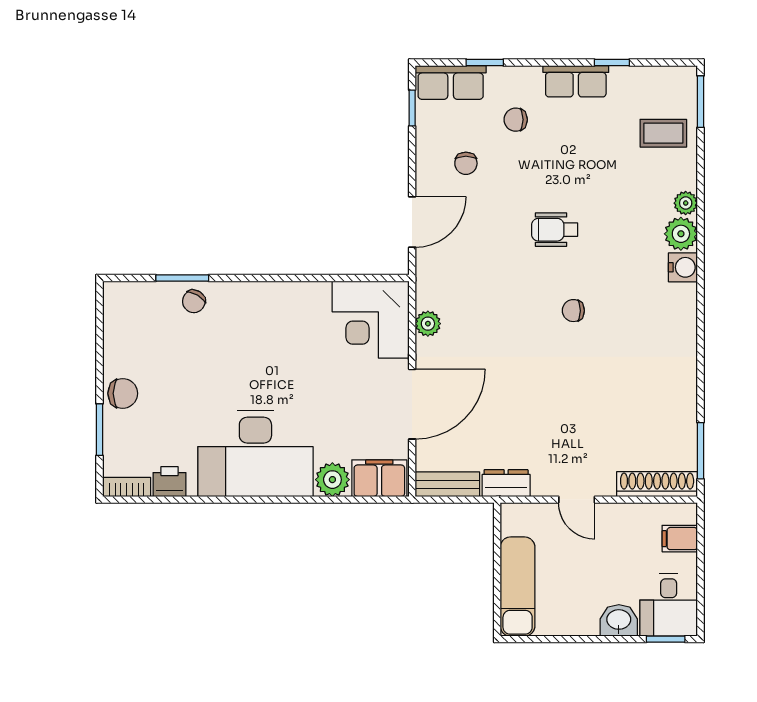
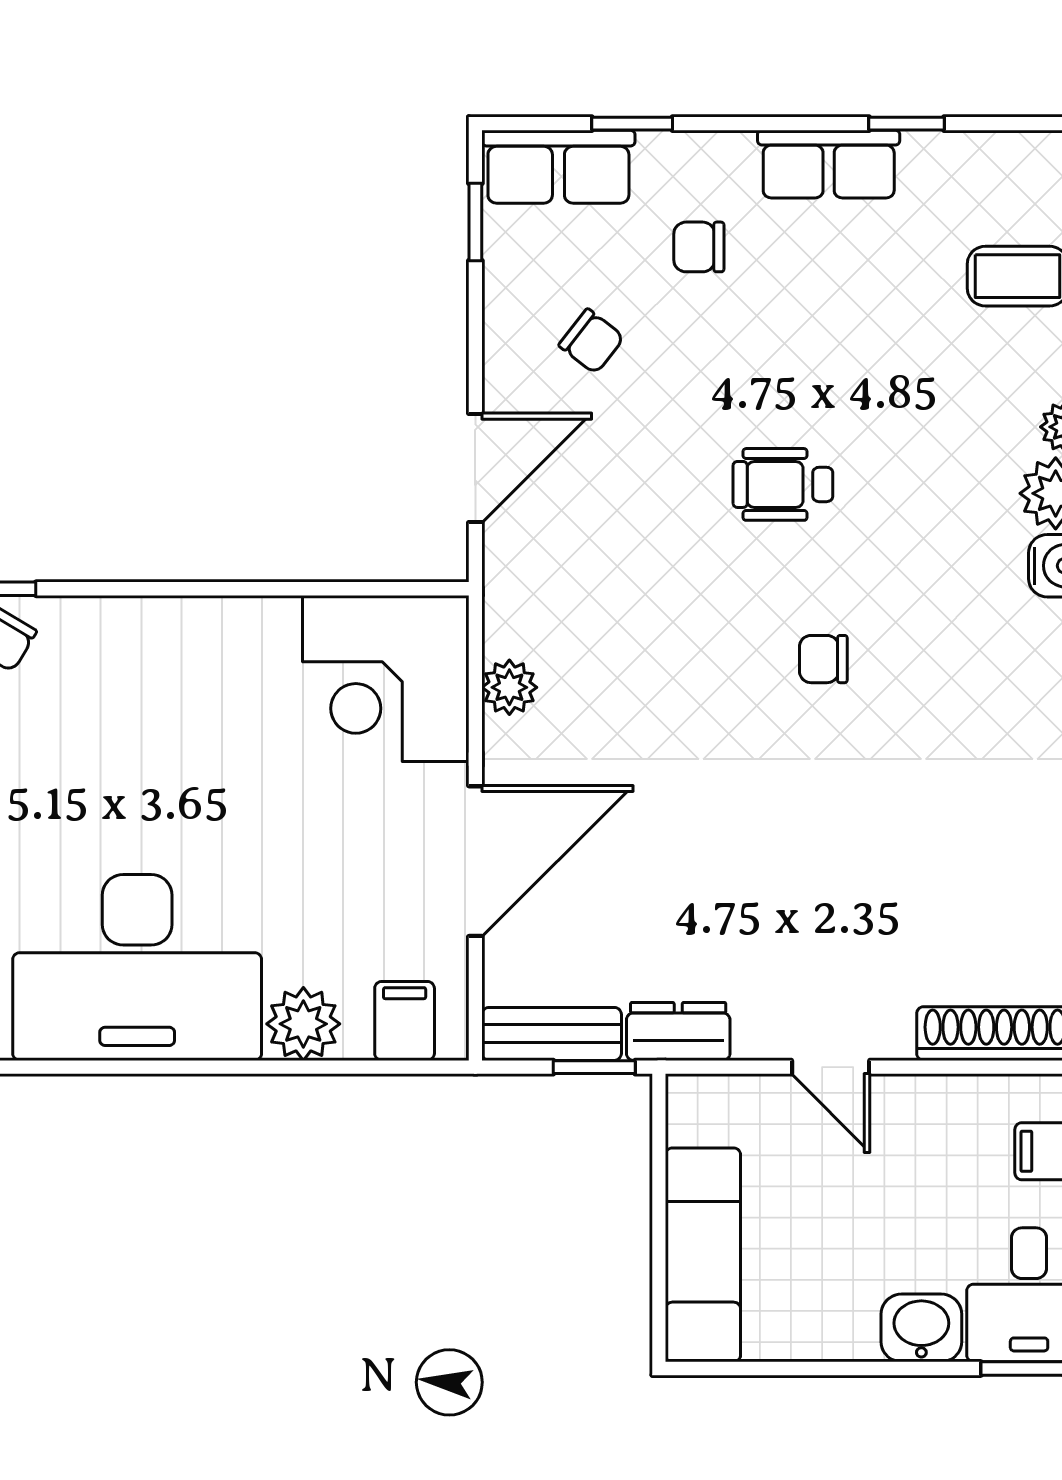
chair: (466, 163) -> (591, 341), turned -52
filing cabinet: (379, 478) -> (405, 1021), width x0.50
window: (467, 500) -> (594, 1067), added

